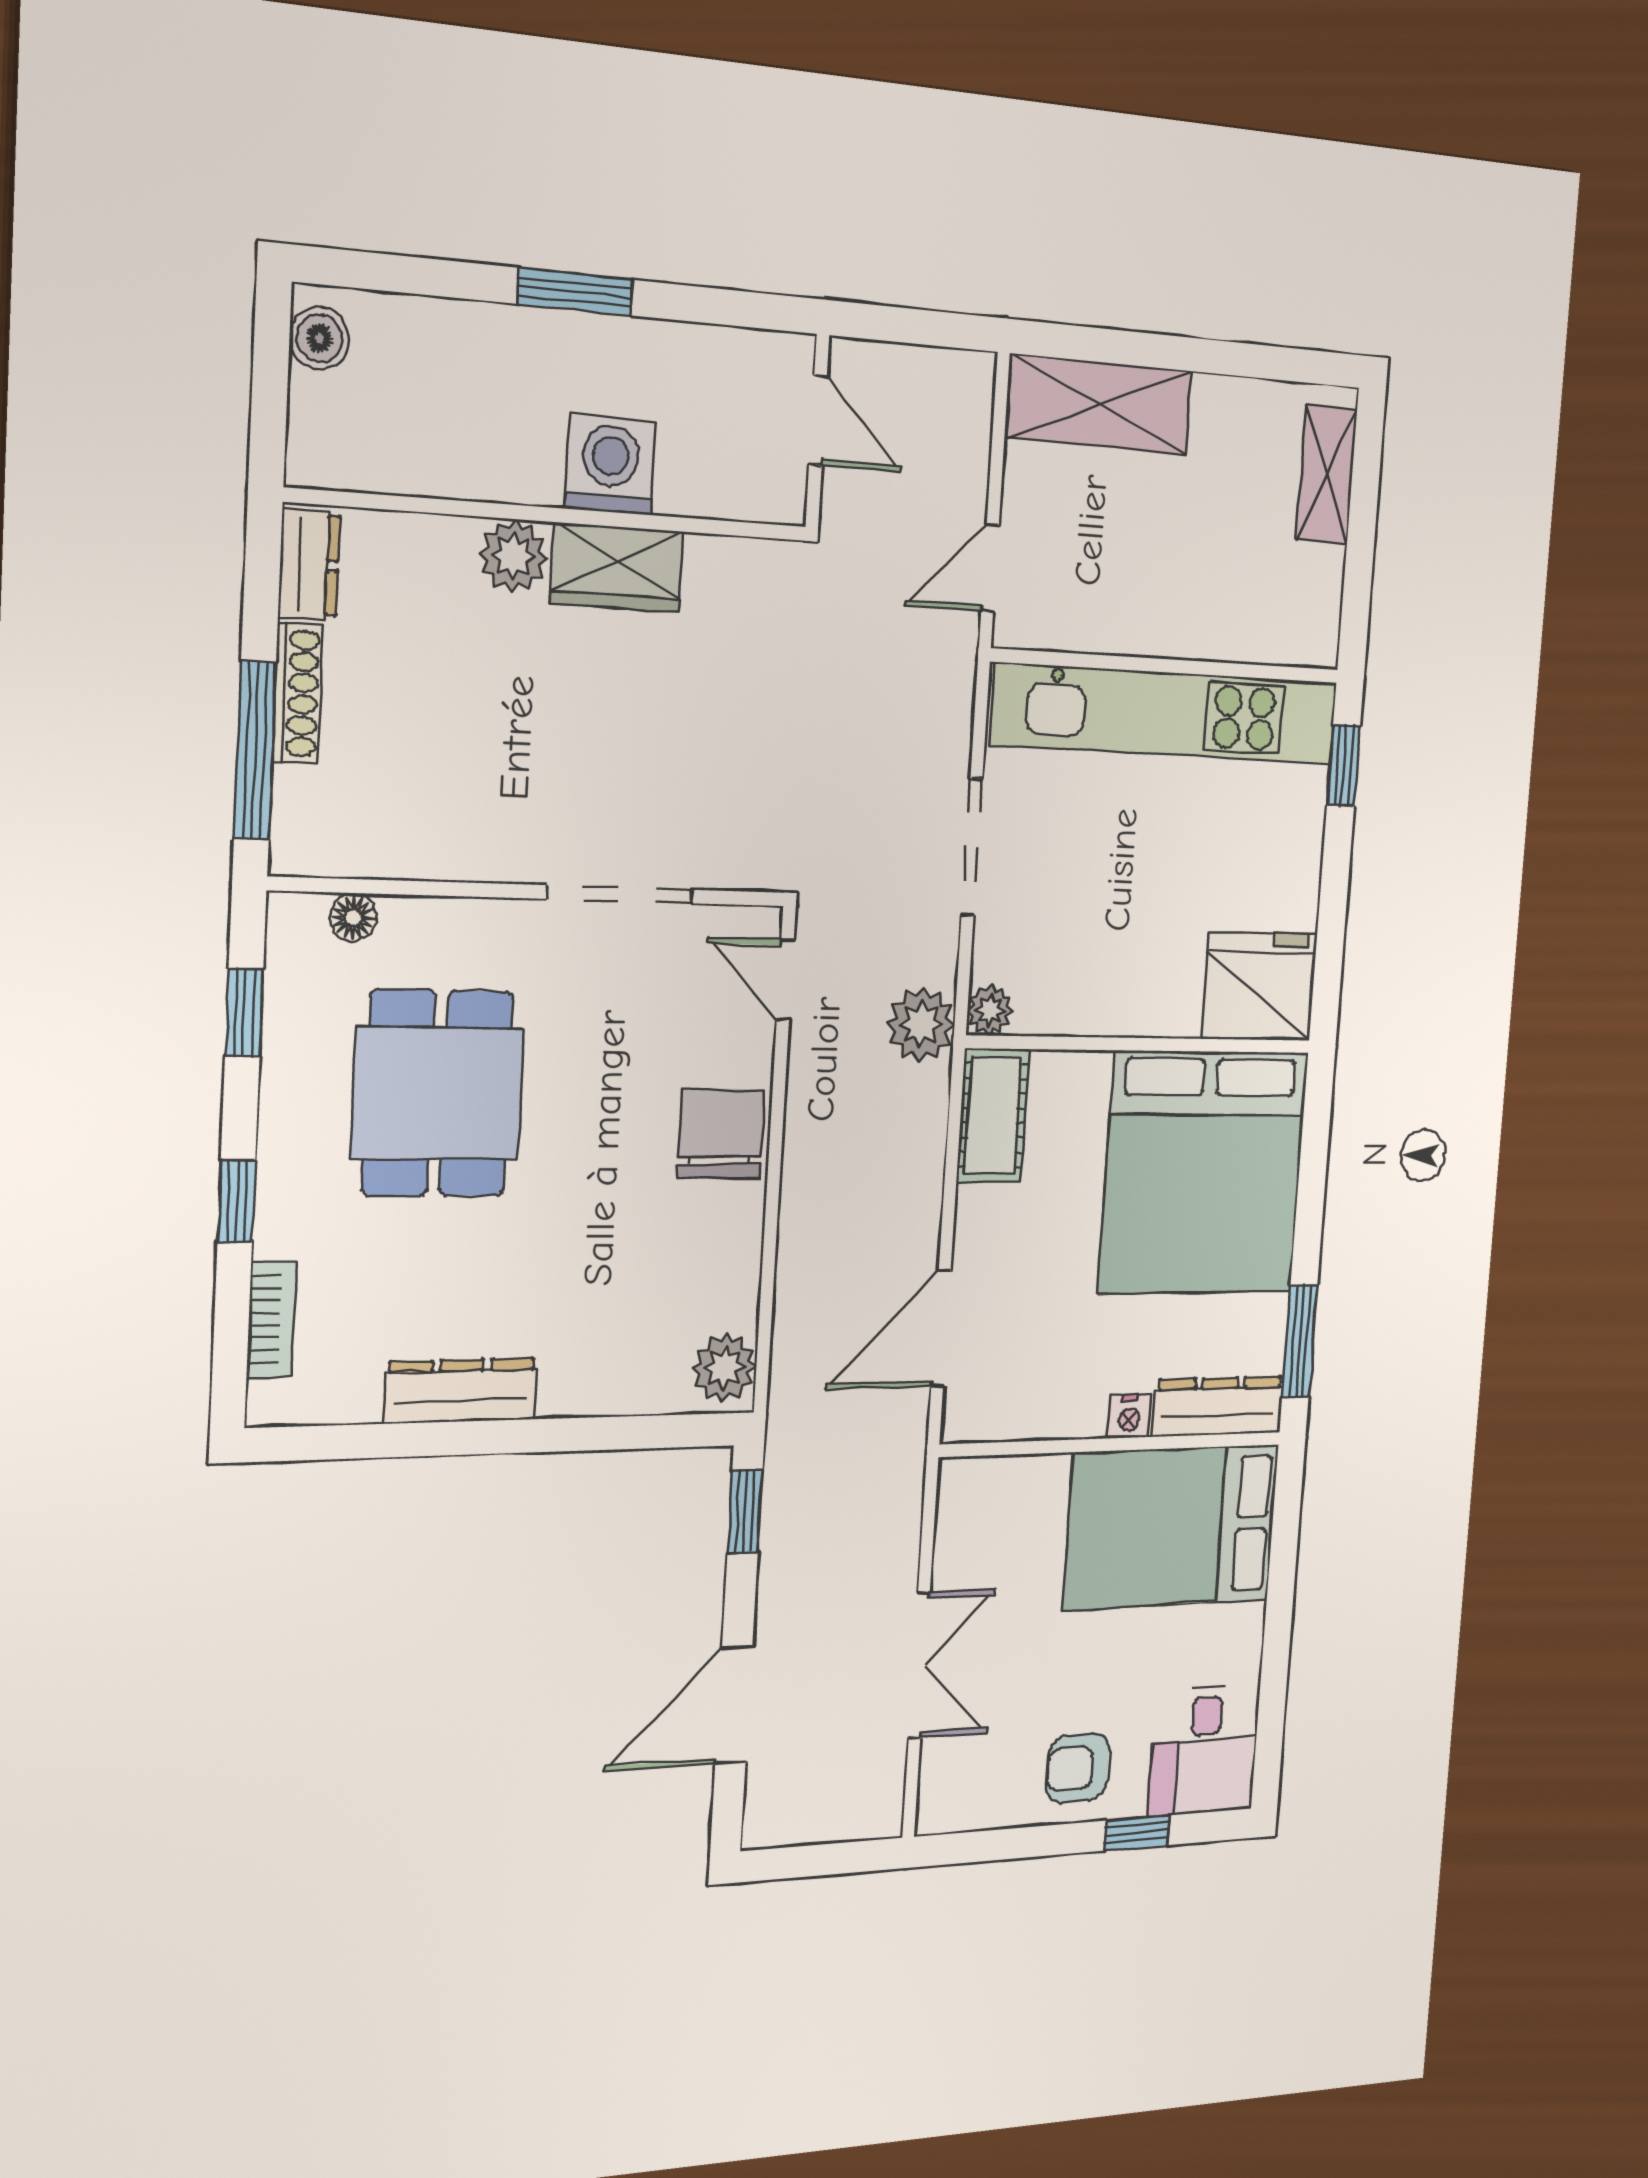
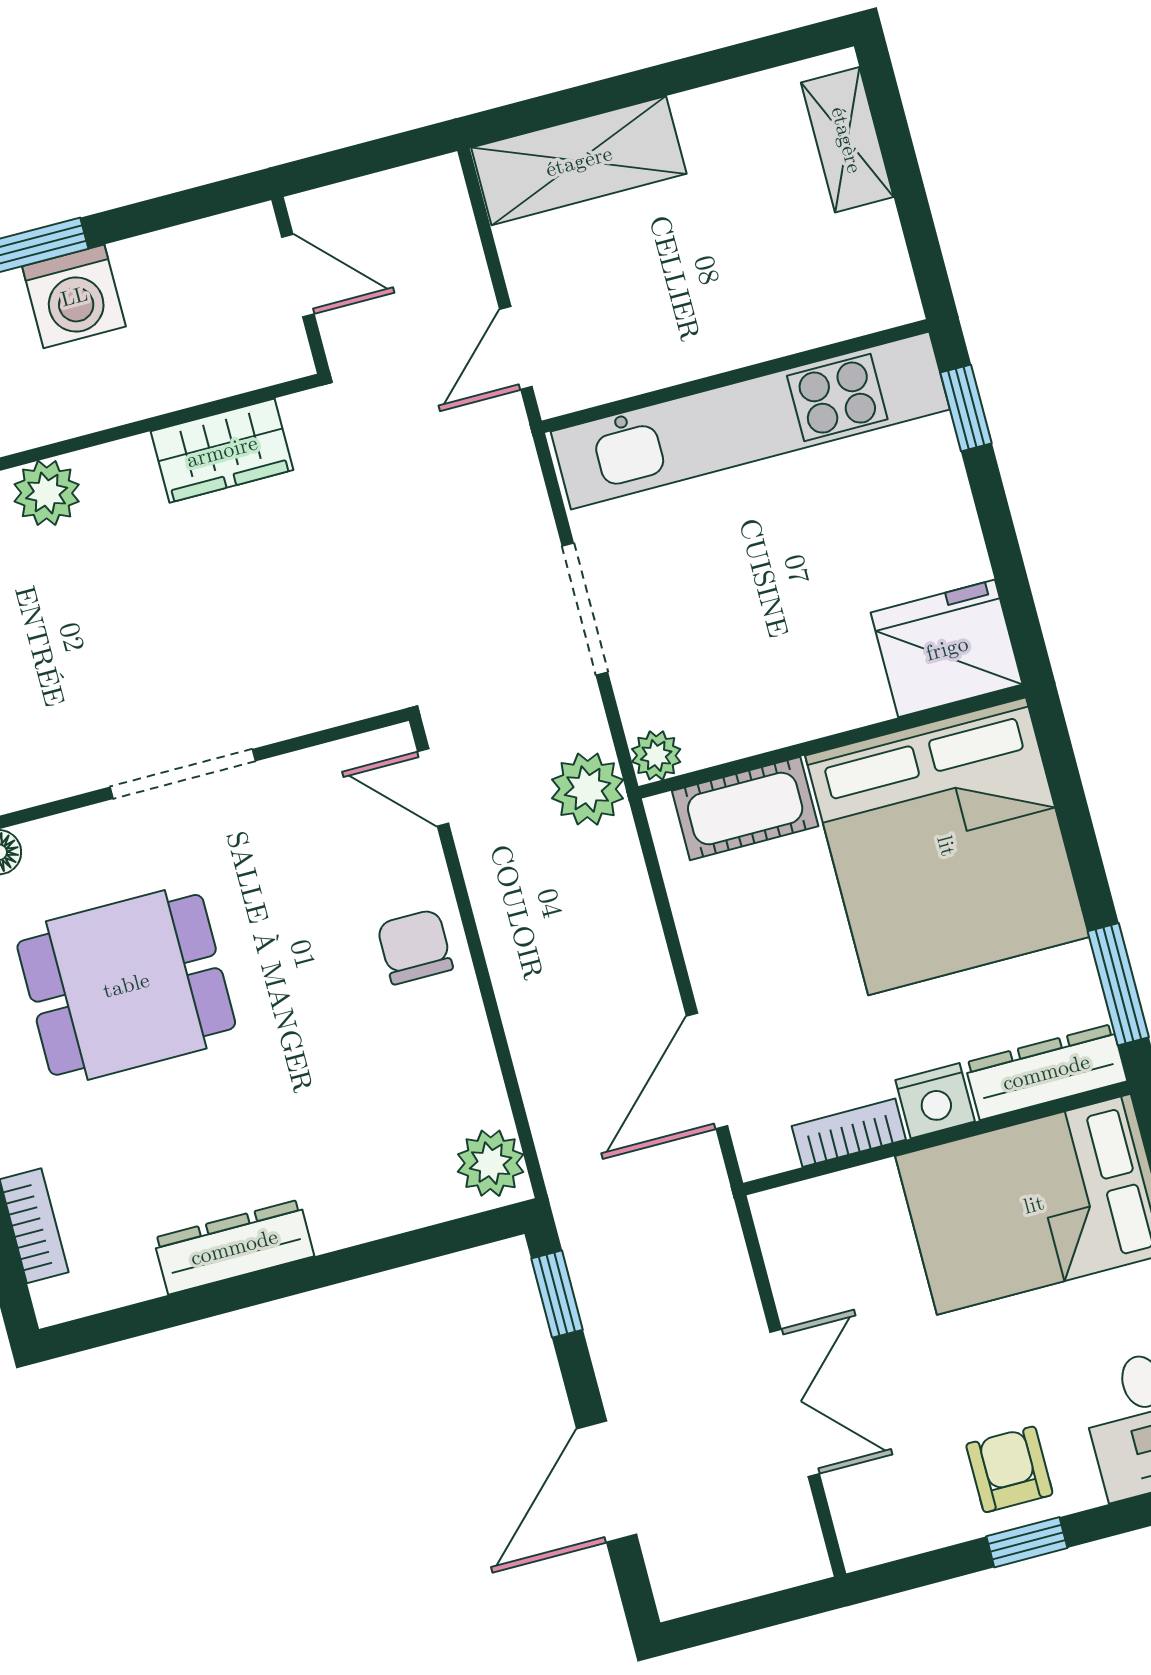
washing machine: (610, 465) -> (74, 296), moved, turned 180
wardrobe: (617, 567) -> (222, 451), moved
doorway: (620, 894) -> (183, 774), moved
dining table: (438, 1094) -> (126, 985), turned 90
cot: (993, 1115) -> (745, 809), moved, turned 90
chair: (721, 1134) -> (415, 947), width x0.73, depth x0.73
nightstand: (1129, 1416) -> (935, 1101), width x1.39, depth x1.35
bookcase: (1042, 1420) -> (849, 1133), added
armchair: (1078, 1768) -> (1009, 1469), turned 90
window: (1137, 1833) -> (1027, 1542), moved

